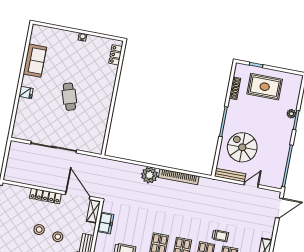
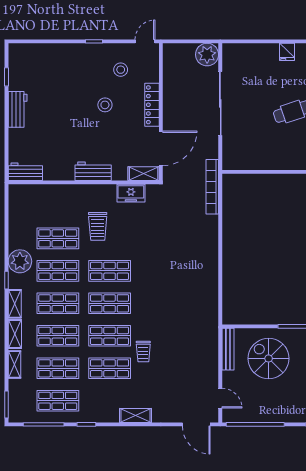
spiral stairs: (242, 147) -> (269, 358), turned -90
plant: (150, 175) -> (207, 55), moved
bookcase: (179, 177) -> (212, 187), moved
door: (251, 185) -> (220, 398), moved
stool: (58, 237) -> (121, 70), moved

